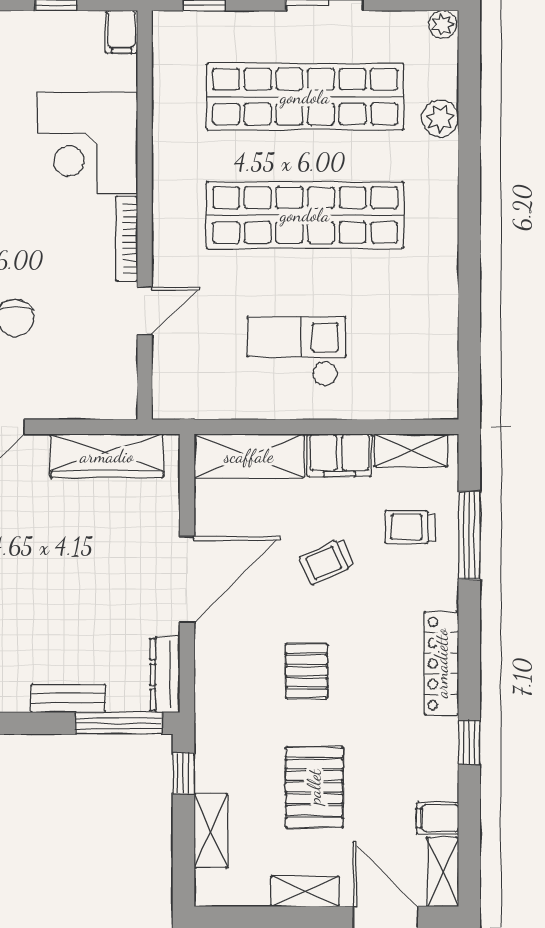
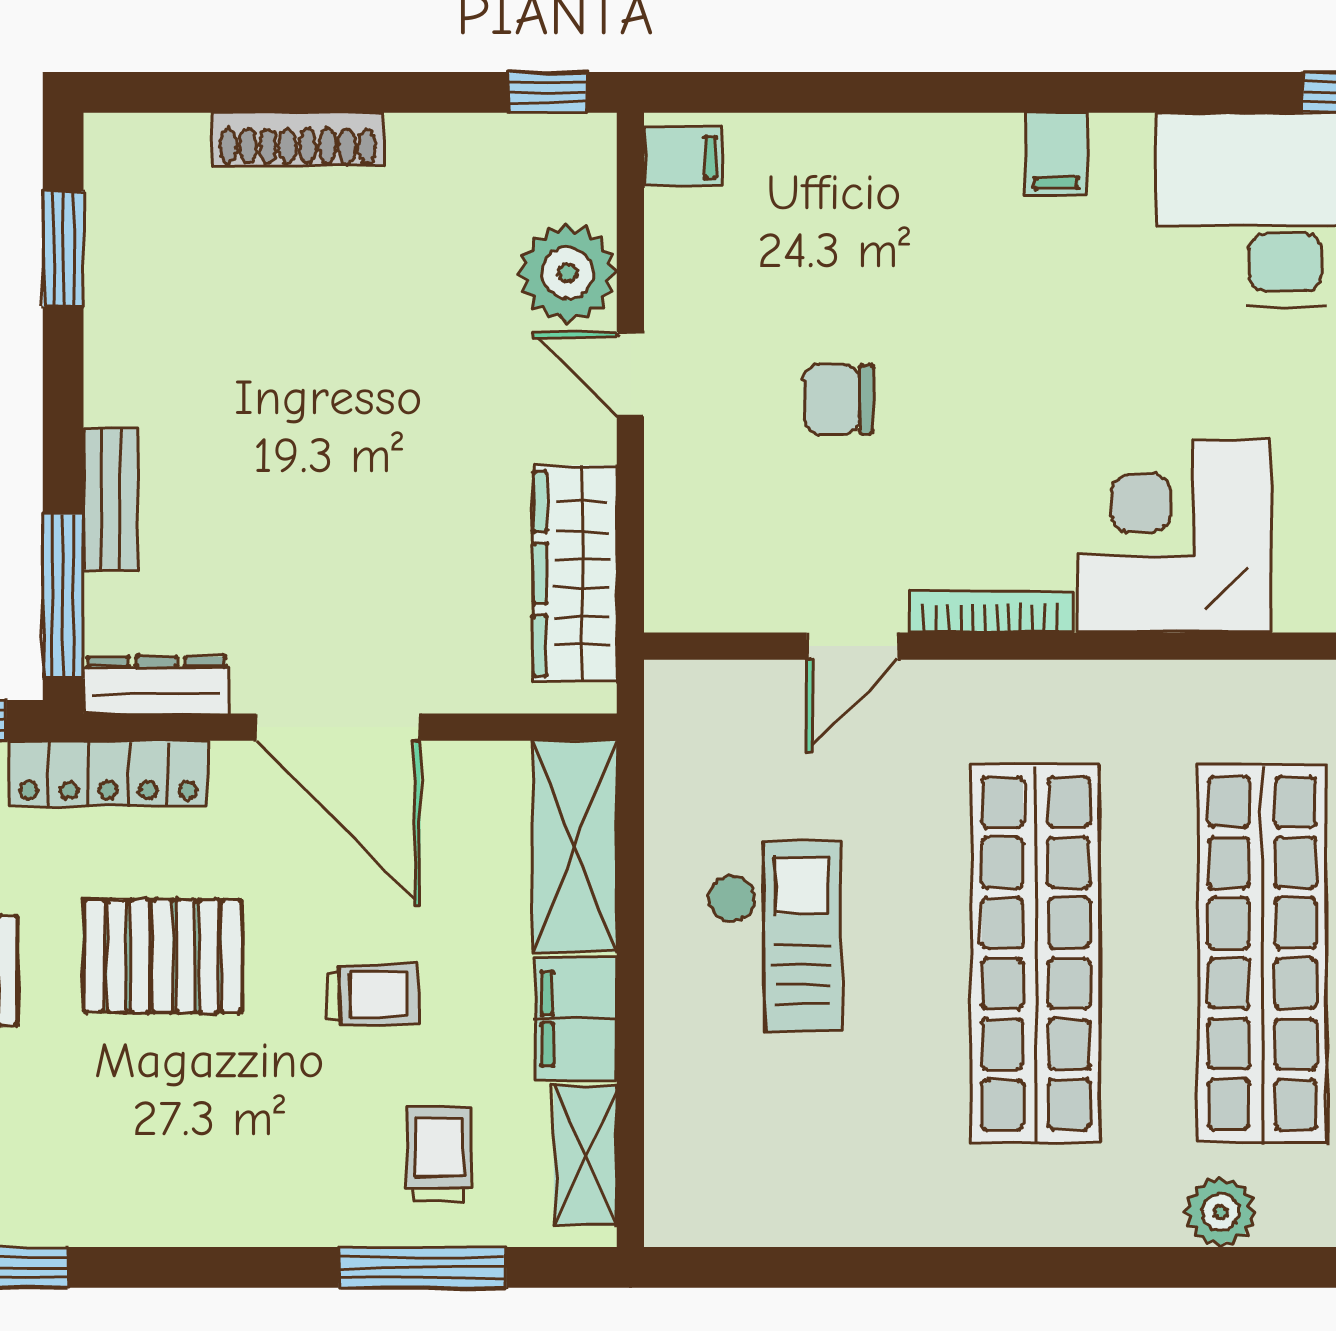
door: (145, 311) -> (852, 646), hinge flipped
trolley: (327, 562) -> (372, 995), turned 112
locker: (441, 663) -> (108, 774), moved, turned 180
pallet: (307, 671) -> (163, 956), width x1.50, depth x1.42

